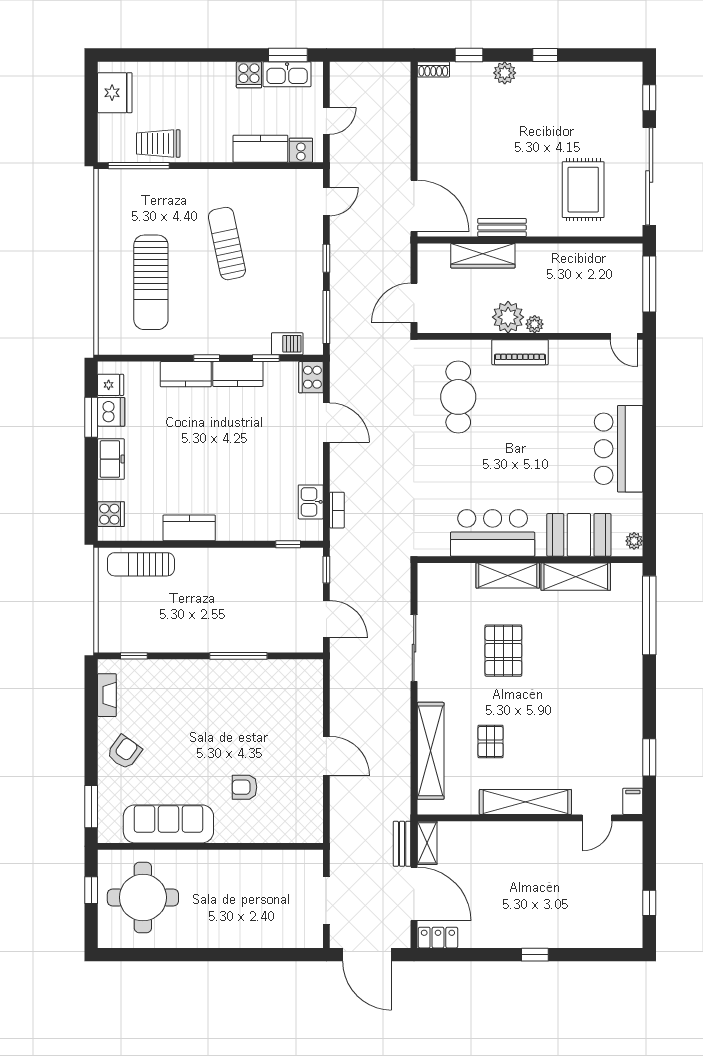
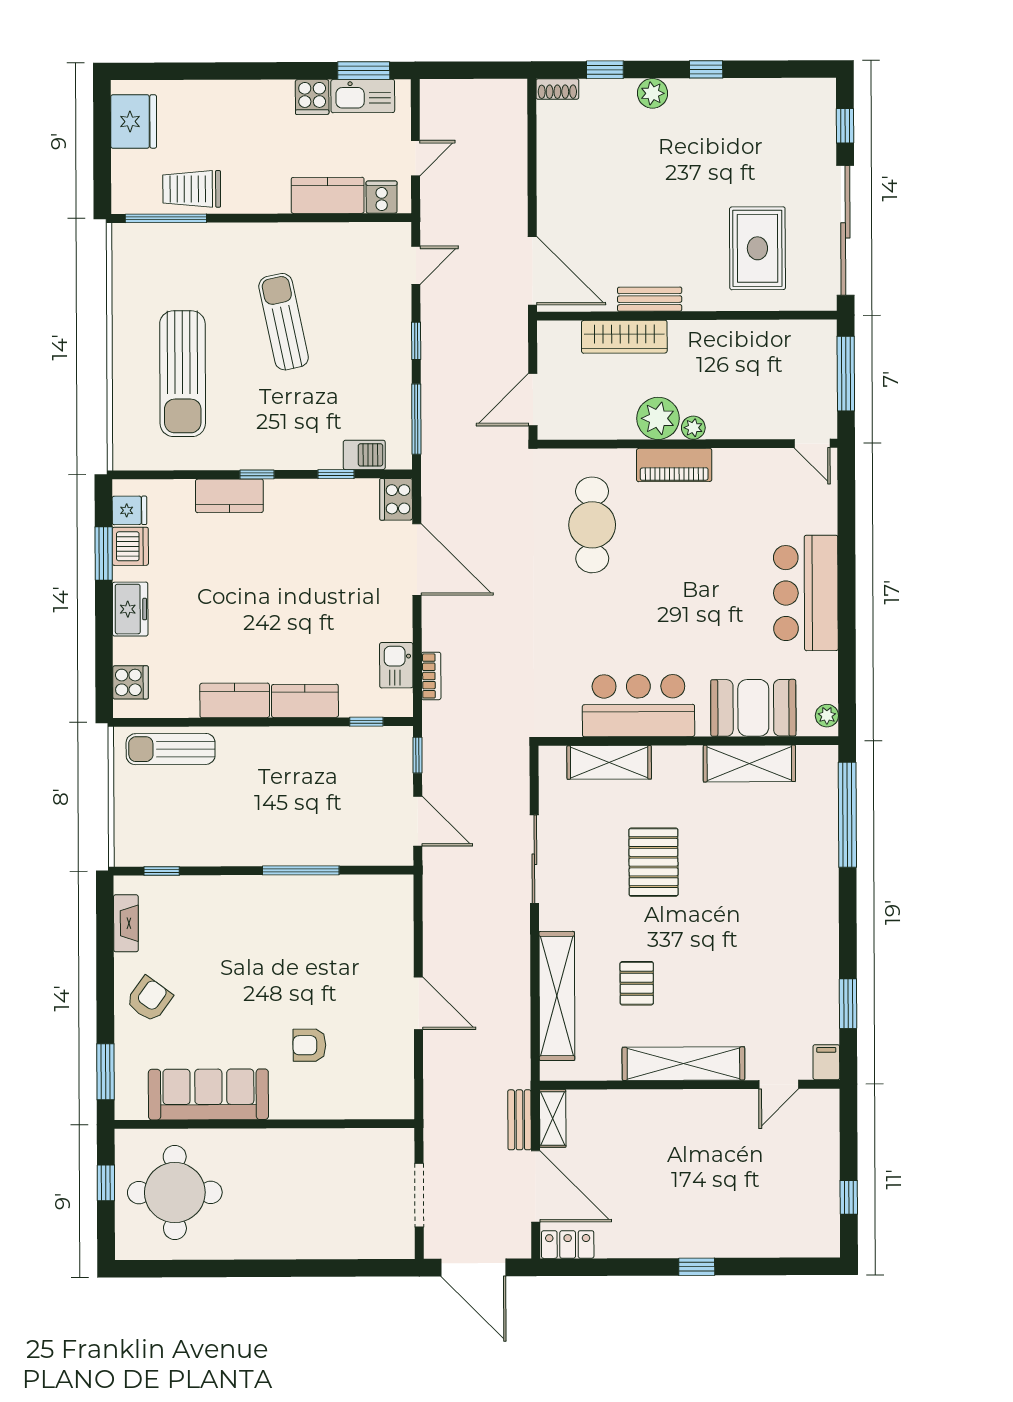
kitchen counter: (238, 374) -> (305, 701), moved, turned 180
door: (326, 423) -> (417, 559), width x1.36
shelving: (508, 575) -> (609, 762), moved

